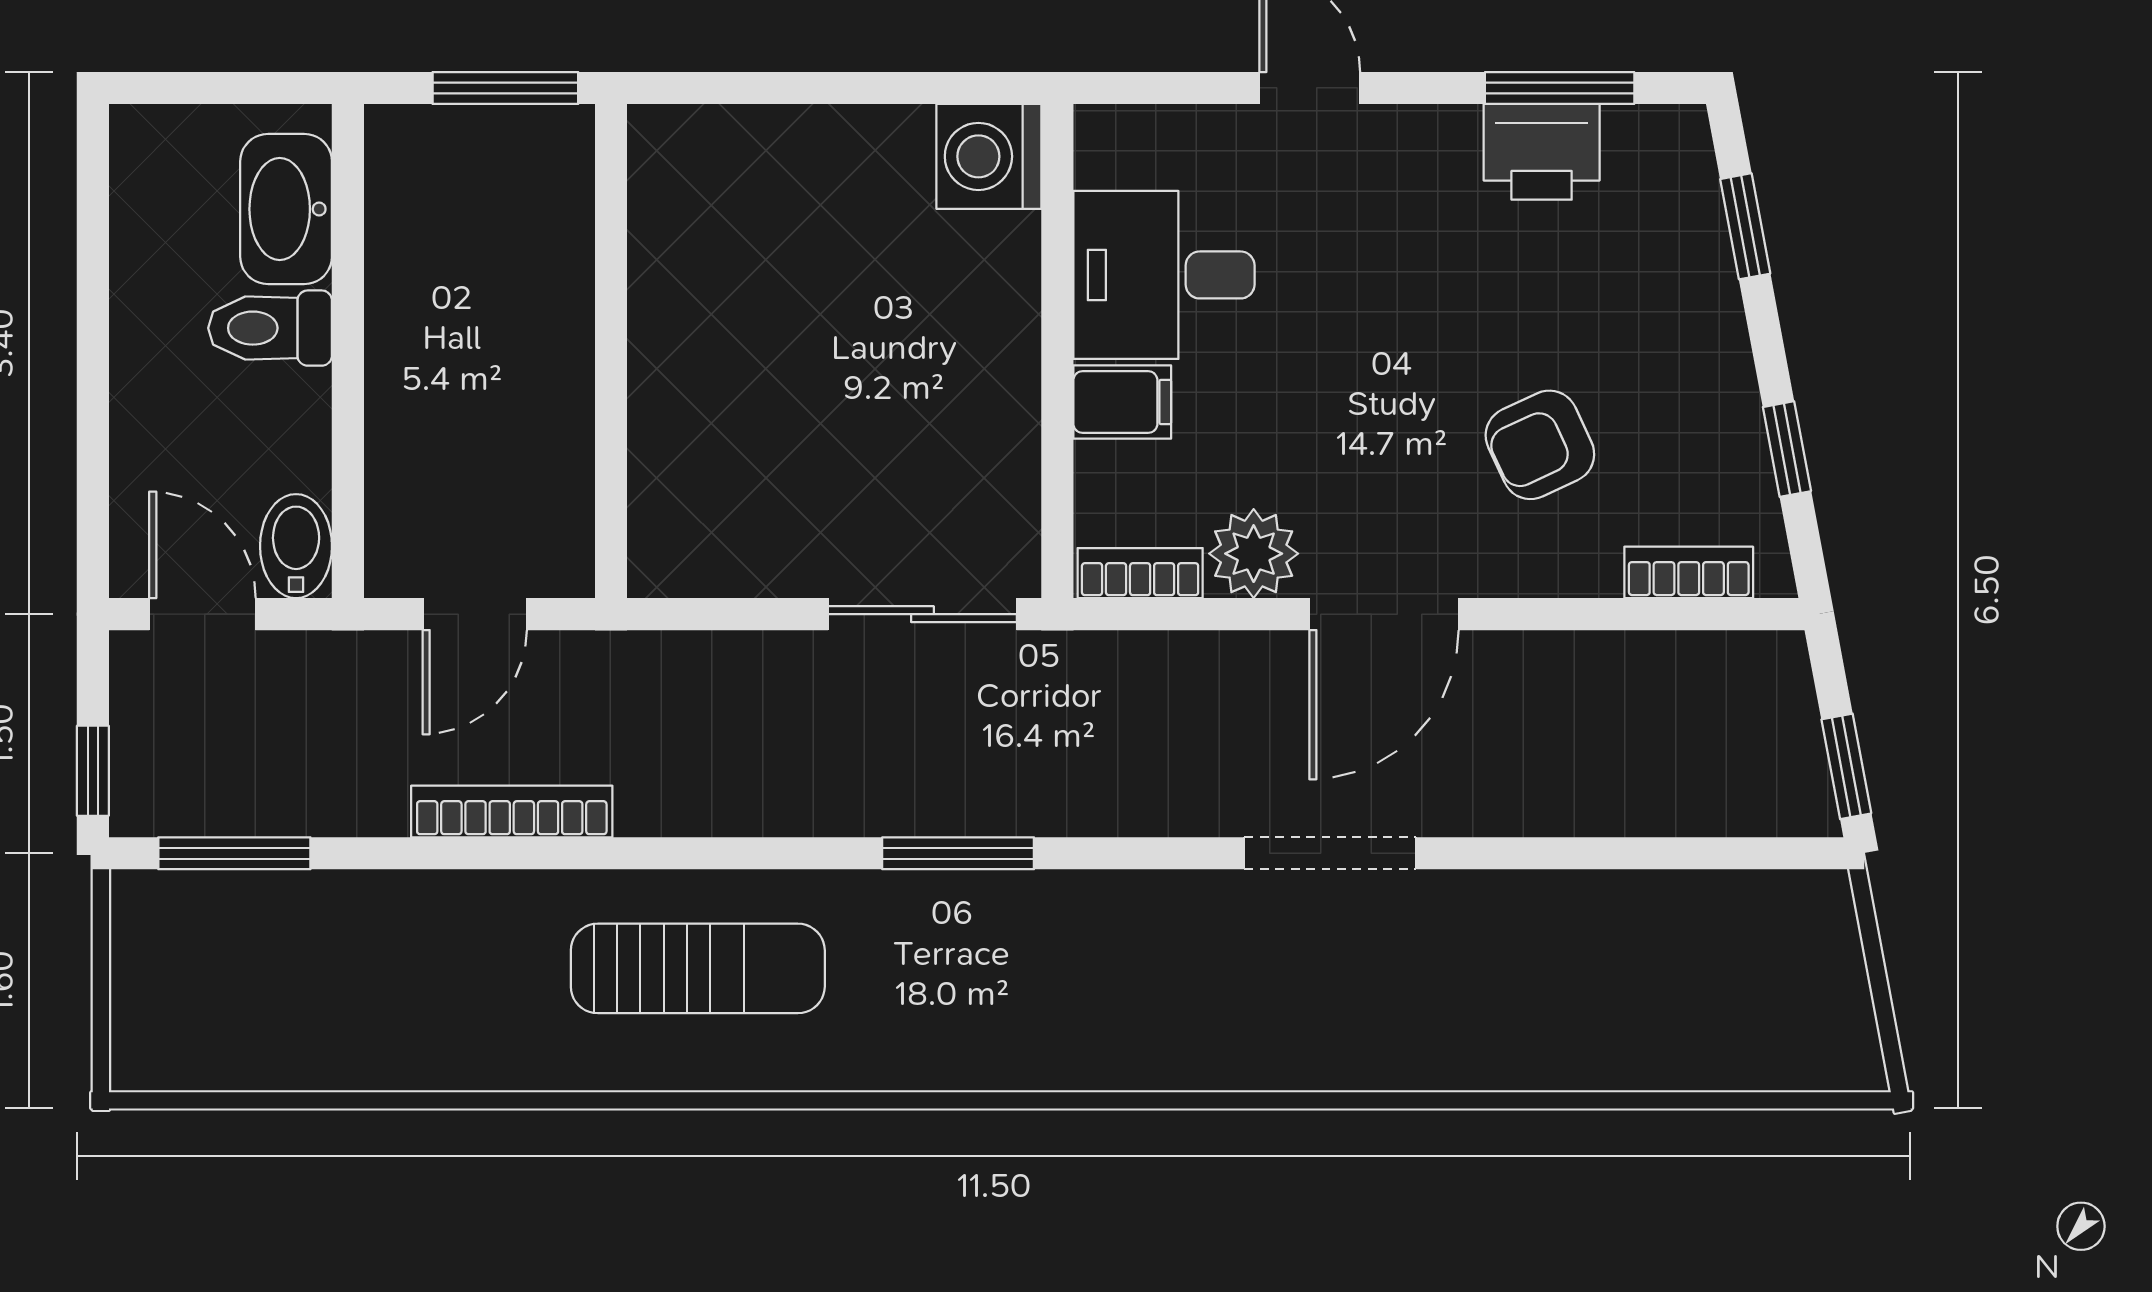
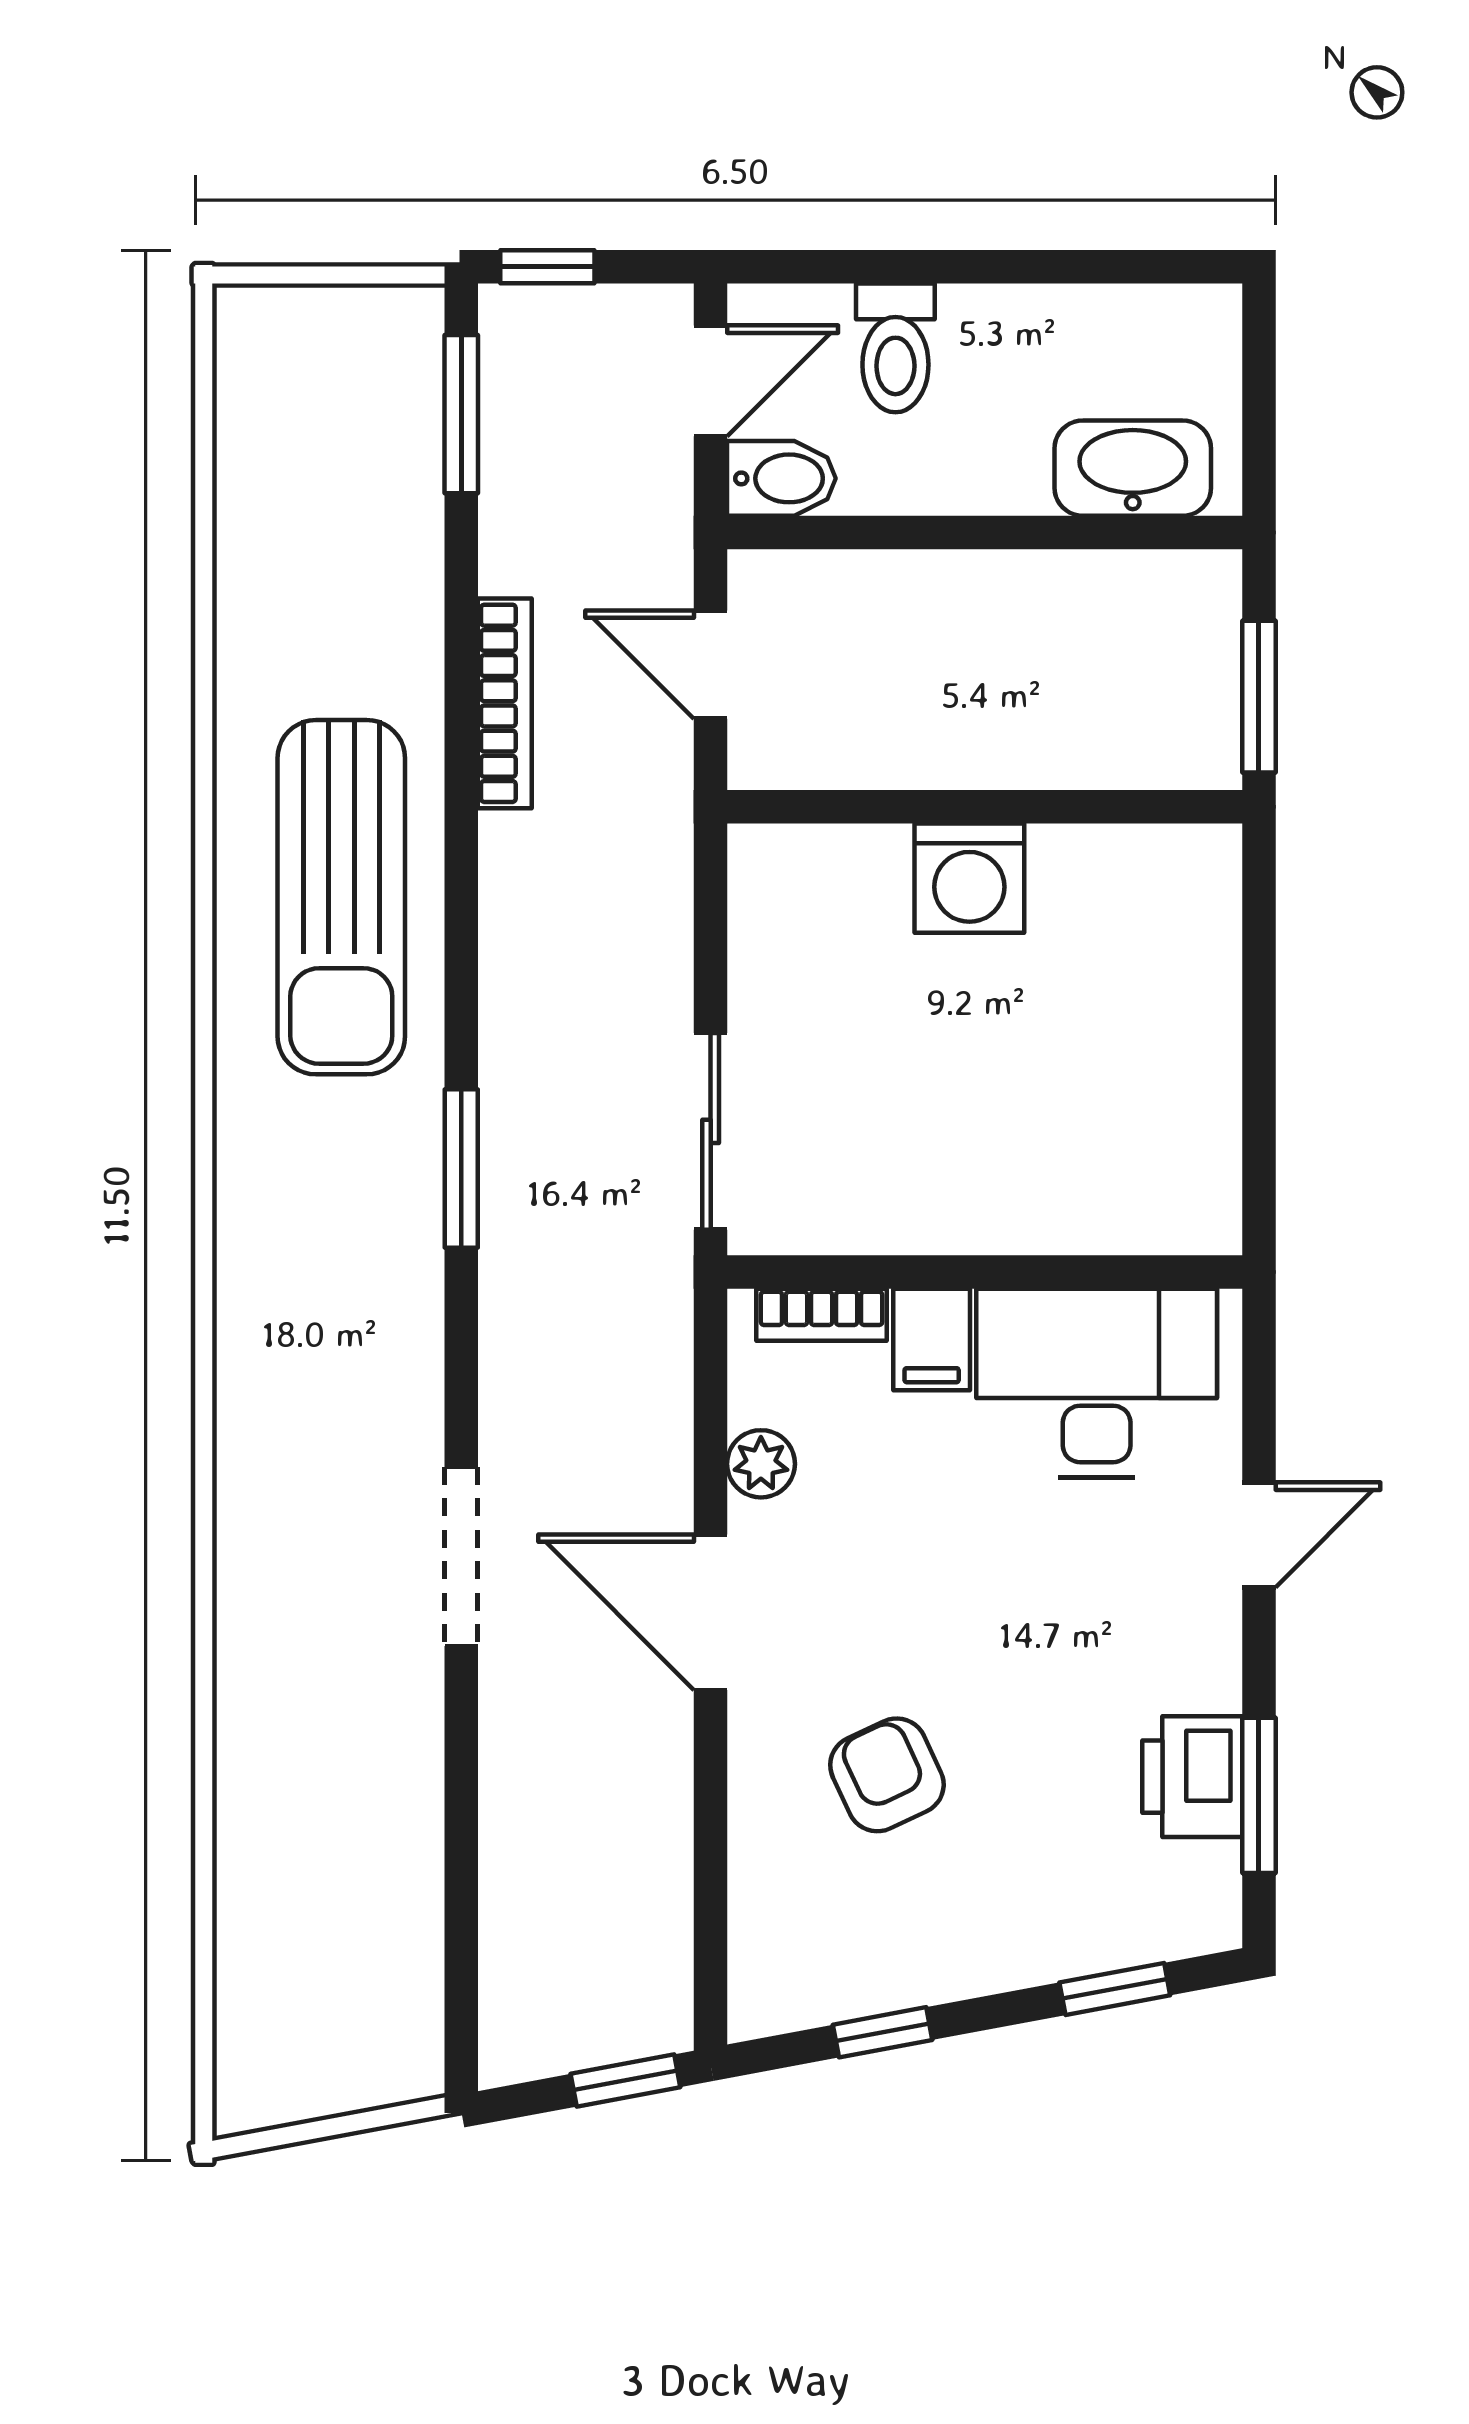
washing machine: (989, 156) -> (969, 878), moved, turned 180
desk: (1164, 275) -> (1097, 1383), width x1.37
toilet: (270, 328) -> (895, 348), moved, turned 180
plant: (1254, 554) -> (761, 1464), width x0.73, depth x0.73
bookcase: (1689, 572) -> (754, 1930), removed
bookcase: (1140, 573) -> (822, 1315), moved, turned 90
window: (1846, 766) -> (625, 2080), moved
sun lounger: (698, 968) -> (341, 897), width x1.36, depth x1.34

